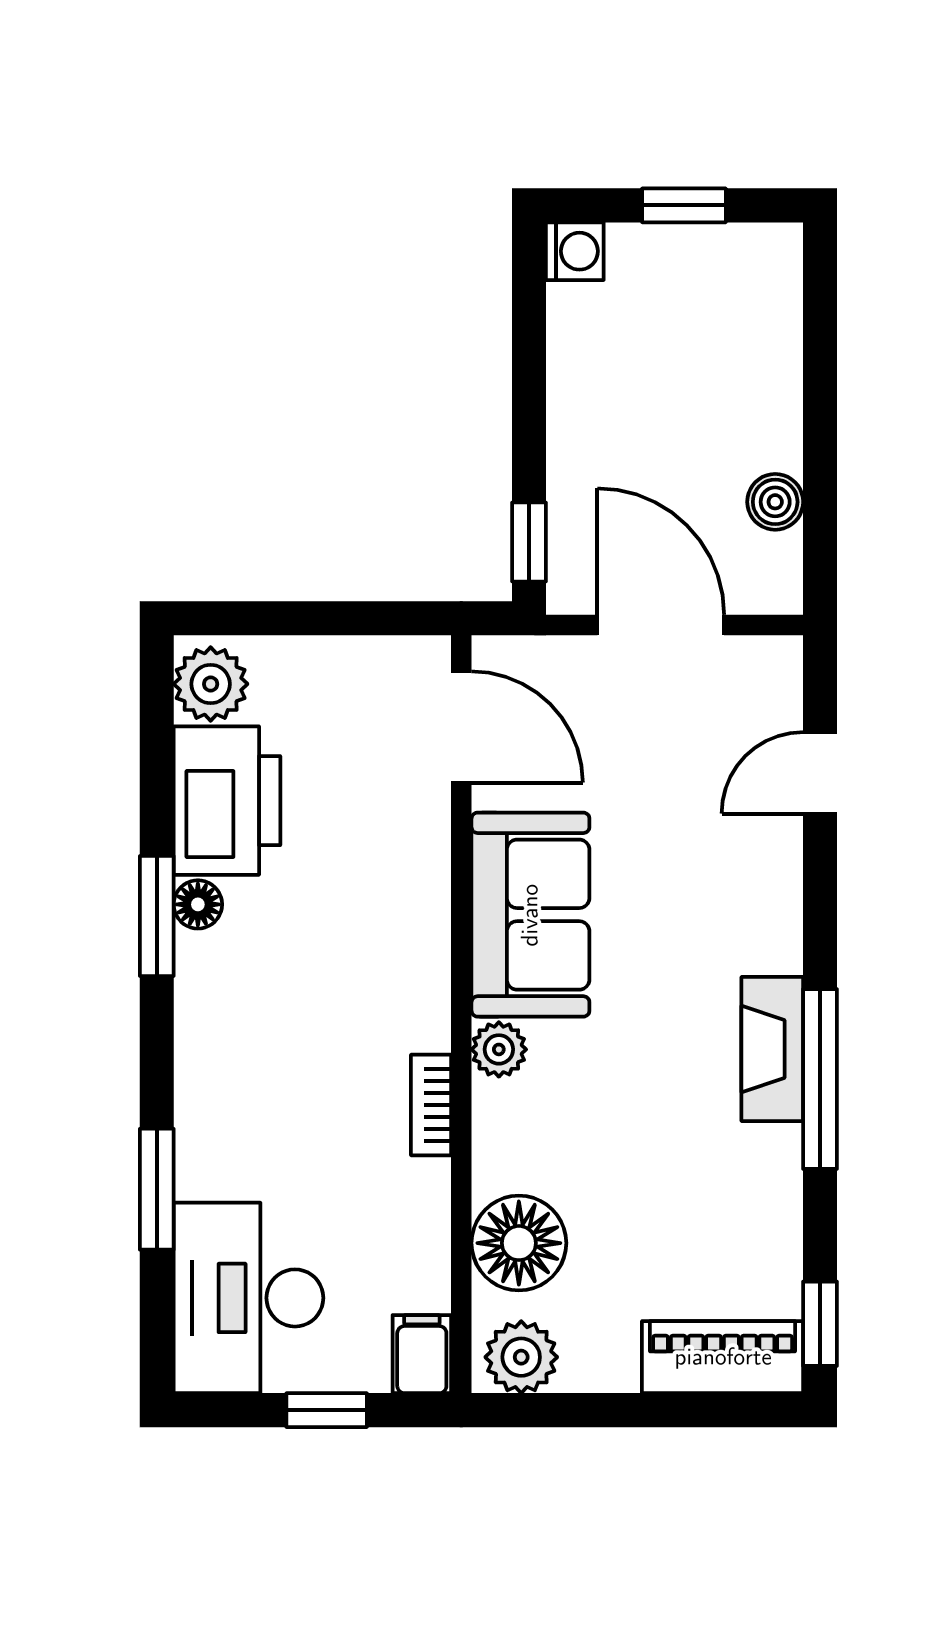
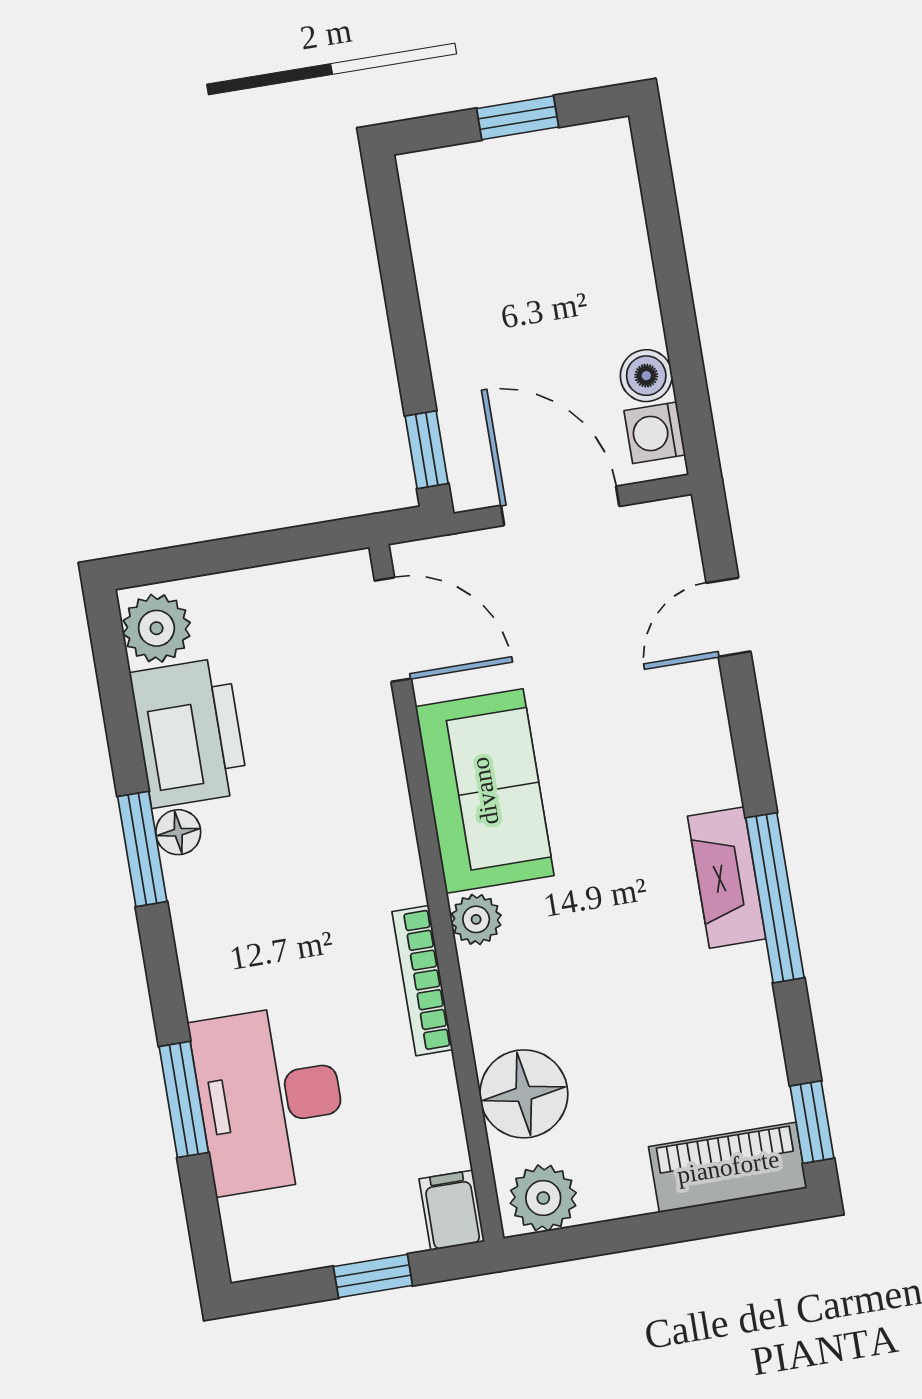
washing machine: (575, 251) -> (655, 433), moved, turned 180
bookcase: (431, 1105) -> (422, 981), width x1.56
desk: (249, 1298) -> (270, 1099), moved

